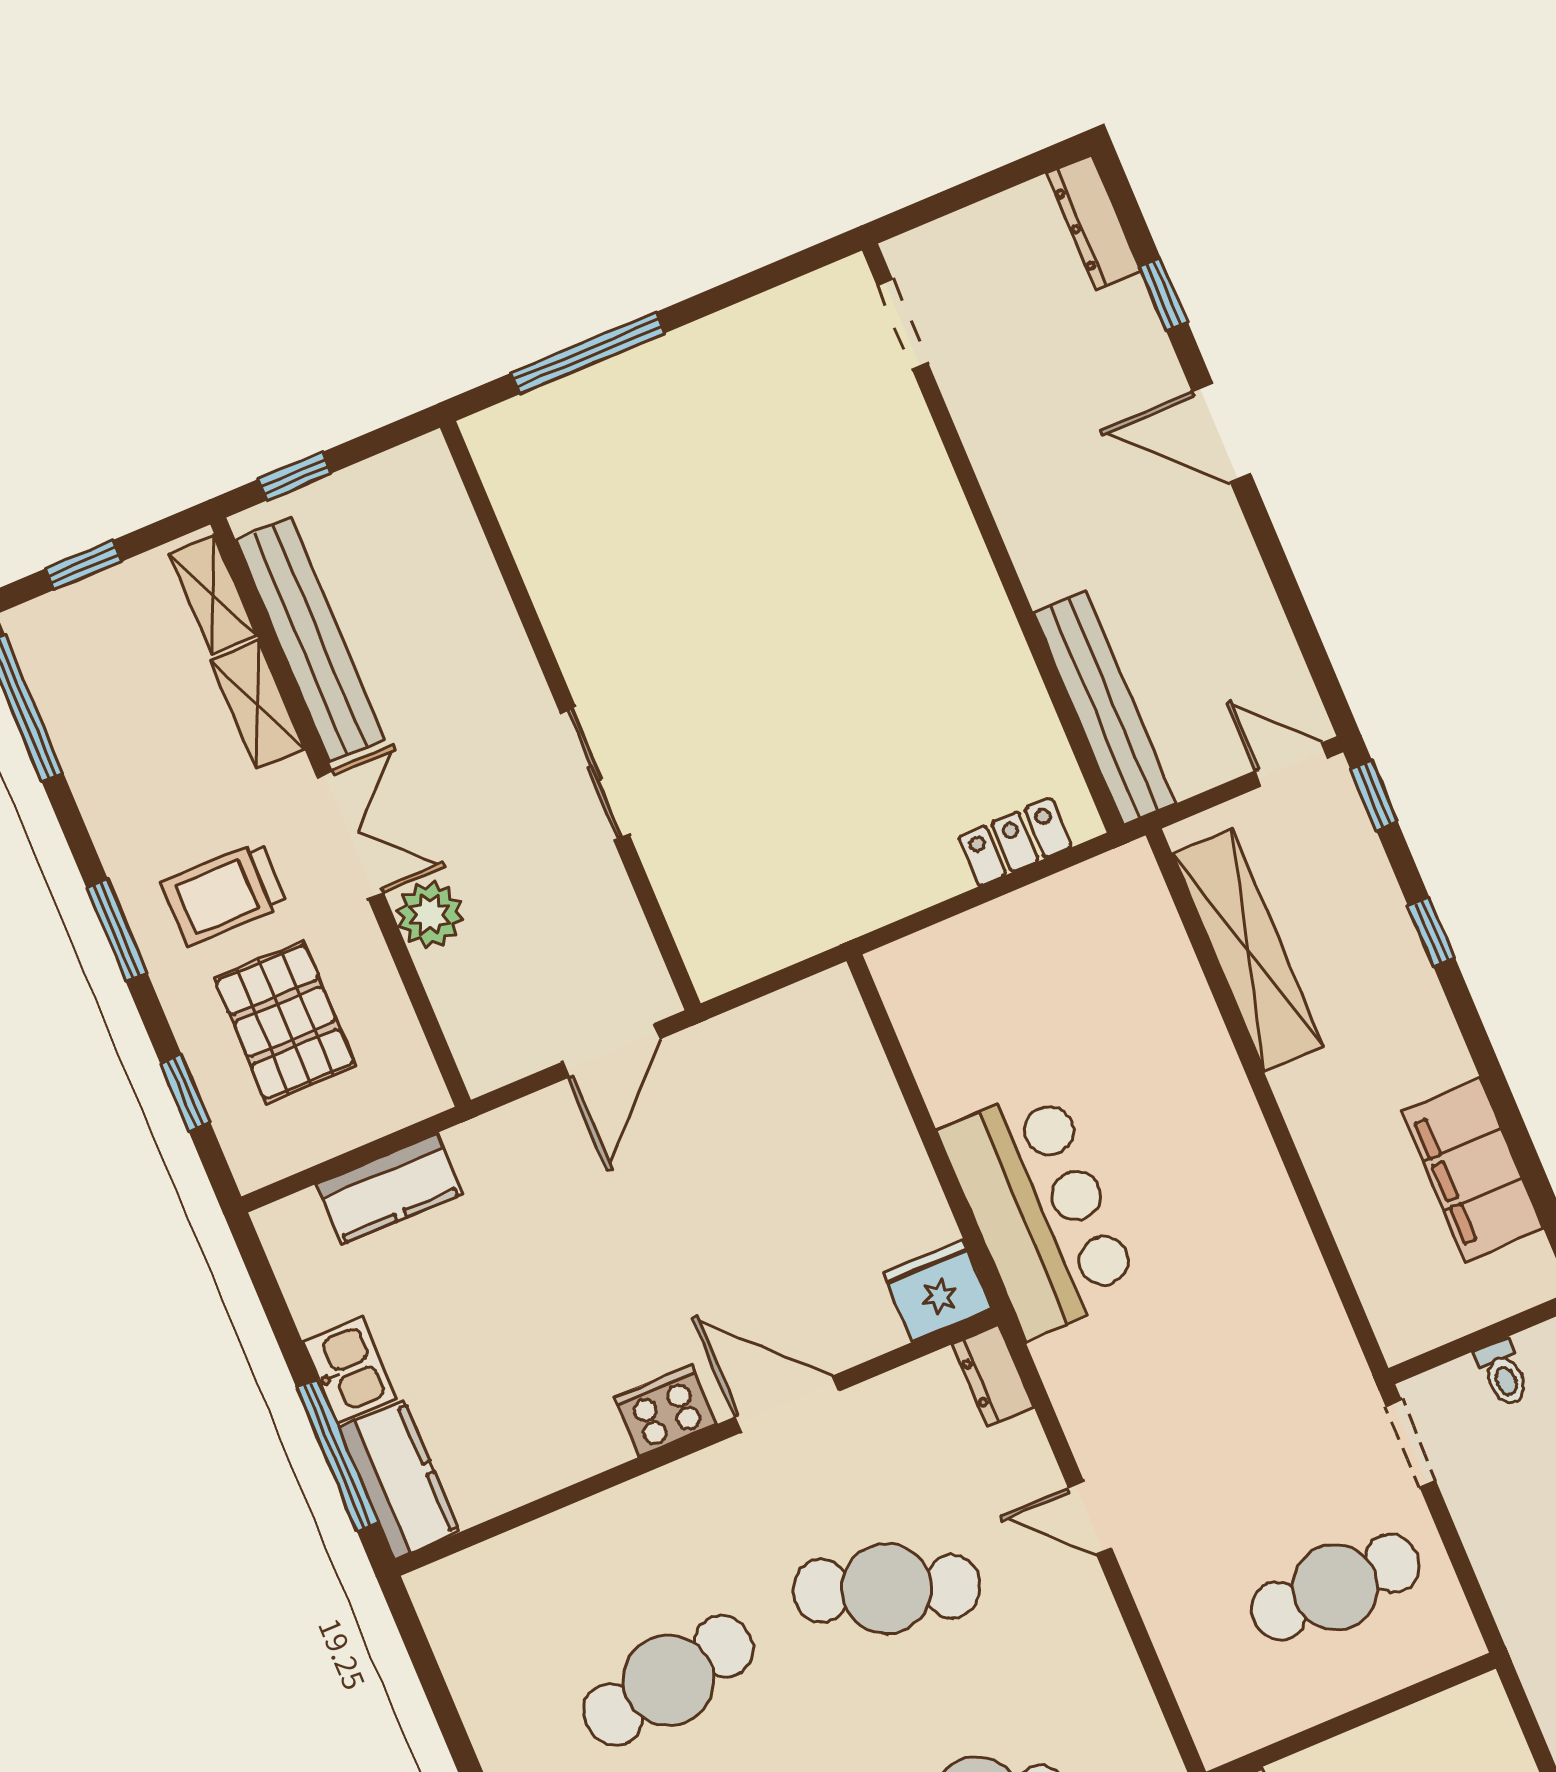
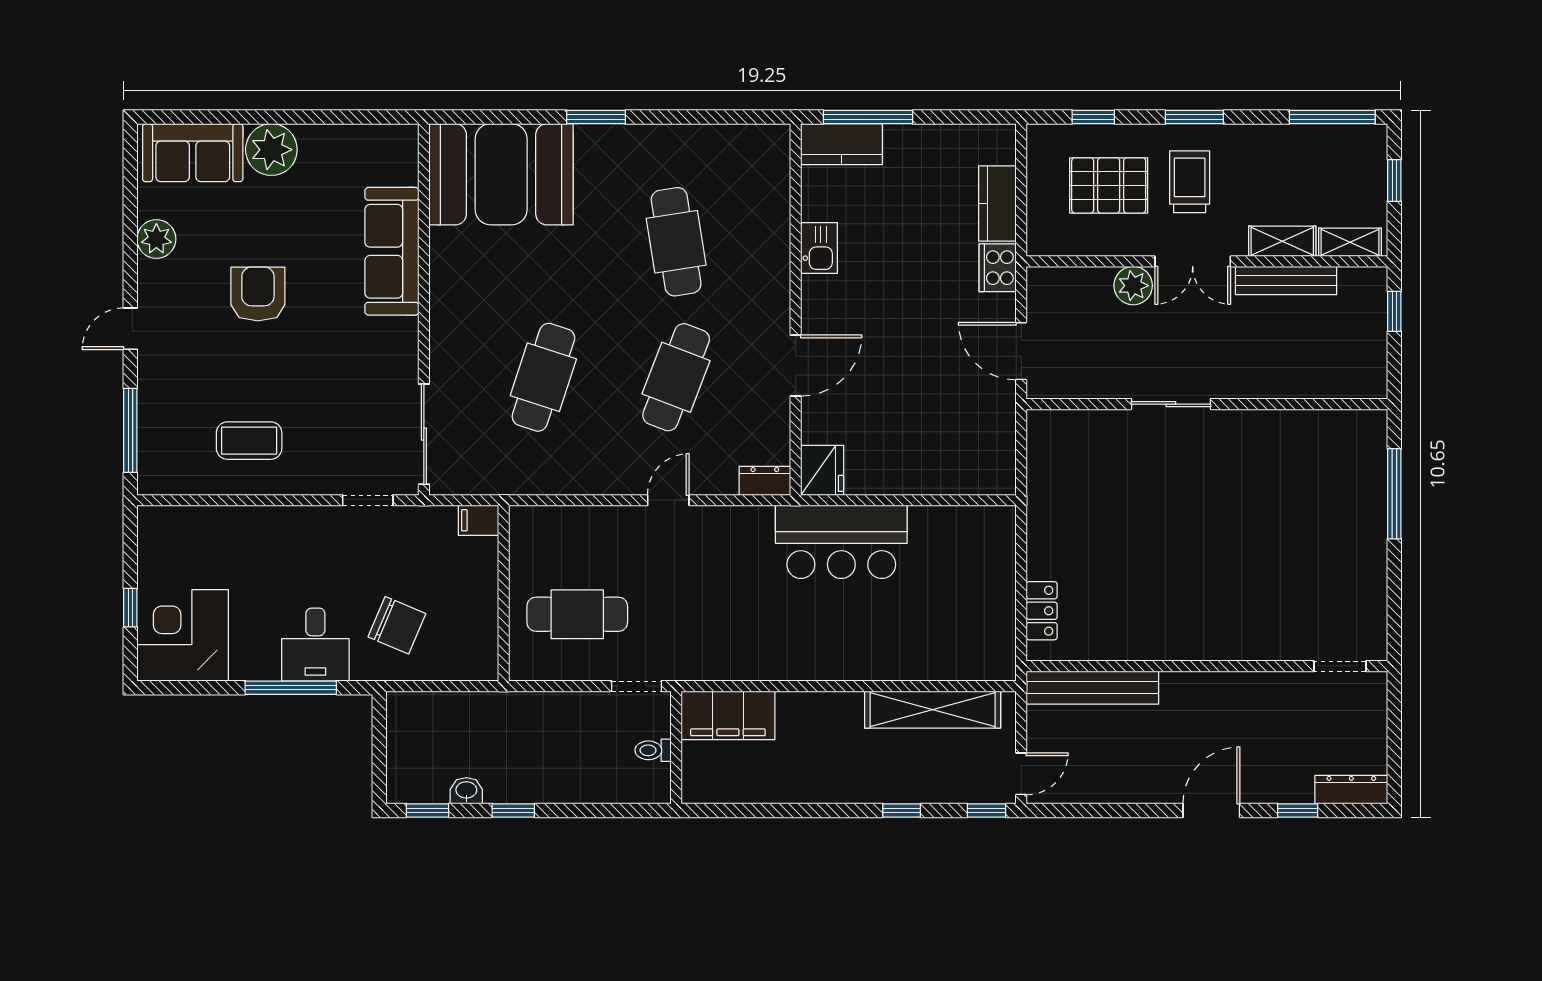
bench: (310, 640) -> (1286, 281), width x0.73, depth x0.82
filing cabinet: (1473, 1170) -> (728, 715), moved, turned 180
kitchen sink: (349, 1370) -> (819, 248), moved, turned -90
cooker: (665, 1411) -> (998, 268), moved, turned 180
cafe table: (1335, 1587) -> (577, 614), turned 90

